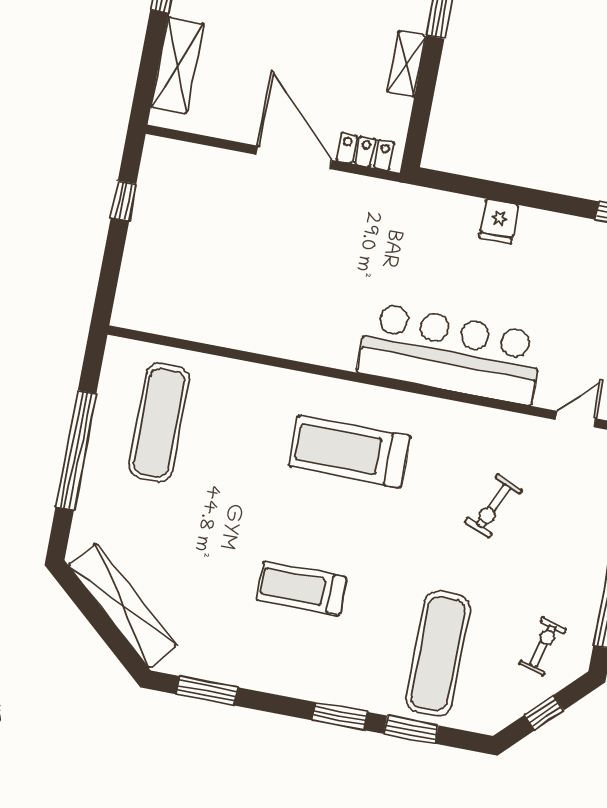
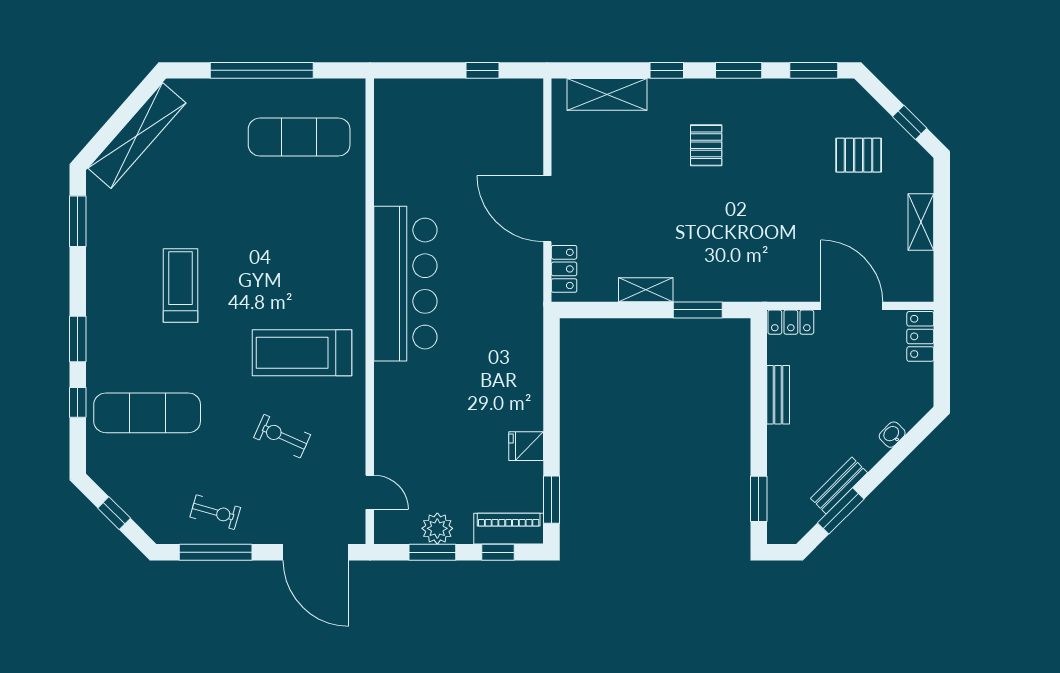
door: (294, 157) -> (547, 209), swing flipped
fridge: (499, 221) -> (526, 446), moved
bar counter: (450, 354) -> (405, 284), moved
treadmill: (350, 451) -> (302, 353), moved, turned -90
exercise bike: (543, 646) -> (215, 512), moved
window: (411, 730) -> (78, 402), width x0.67

